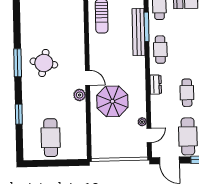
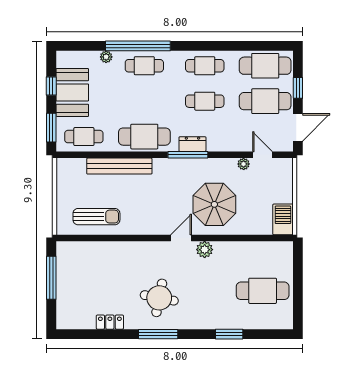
window: (147, 27) -> (188, 155), moved
locker: (26, 28) -> (110, 322), added
cafe table: (160, 50) -> (144, 137), width x1.37, depth x1.35
barbecue: (103, 151) -> (283, 219), added

